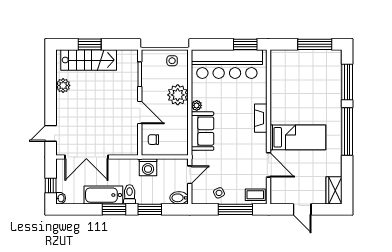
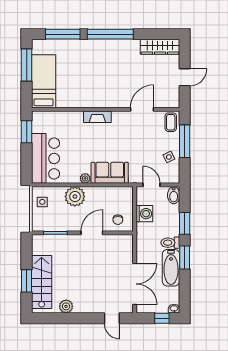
bar counter: (227, 64) -> (45, 158), width x0.73
bed: (298, 137) -> (44, 81), moved
washing machine: (148, 167) -> (144, 214), moved
wardrobe: (334, 190) -> (160, 47), width x1.50

